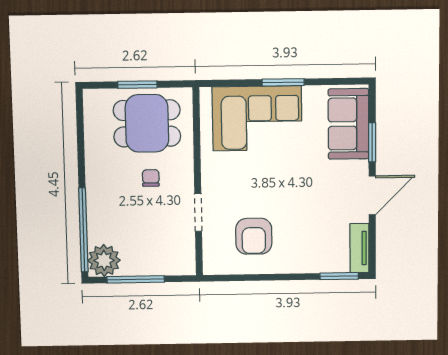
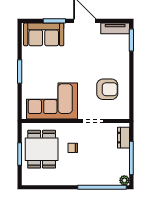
corner sofa: (257, 118) -> (52, 101), moved, turned -90
plant: (104, 260) -> (124, 180), width x0.53, depth x0.53
dresser: (171, 265) -> (124, 138), added

